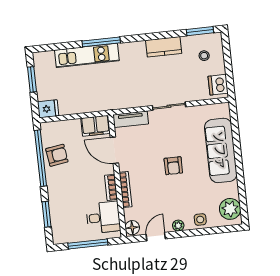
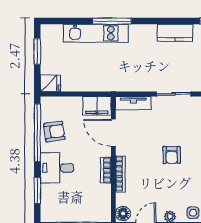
desk: (103, 217) -> (57, 168), moved, turned 180

